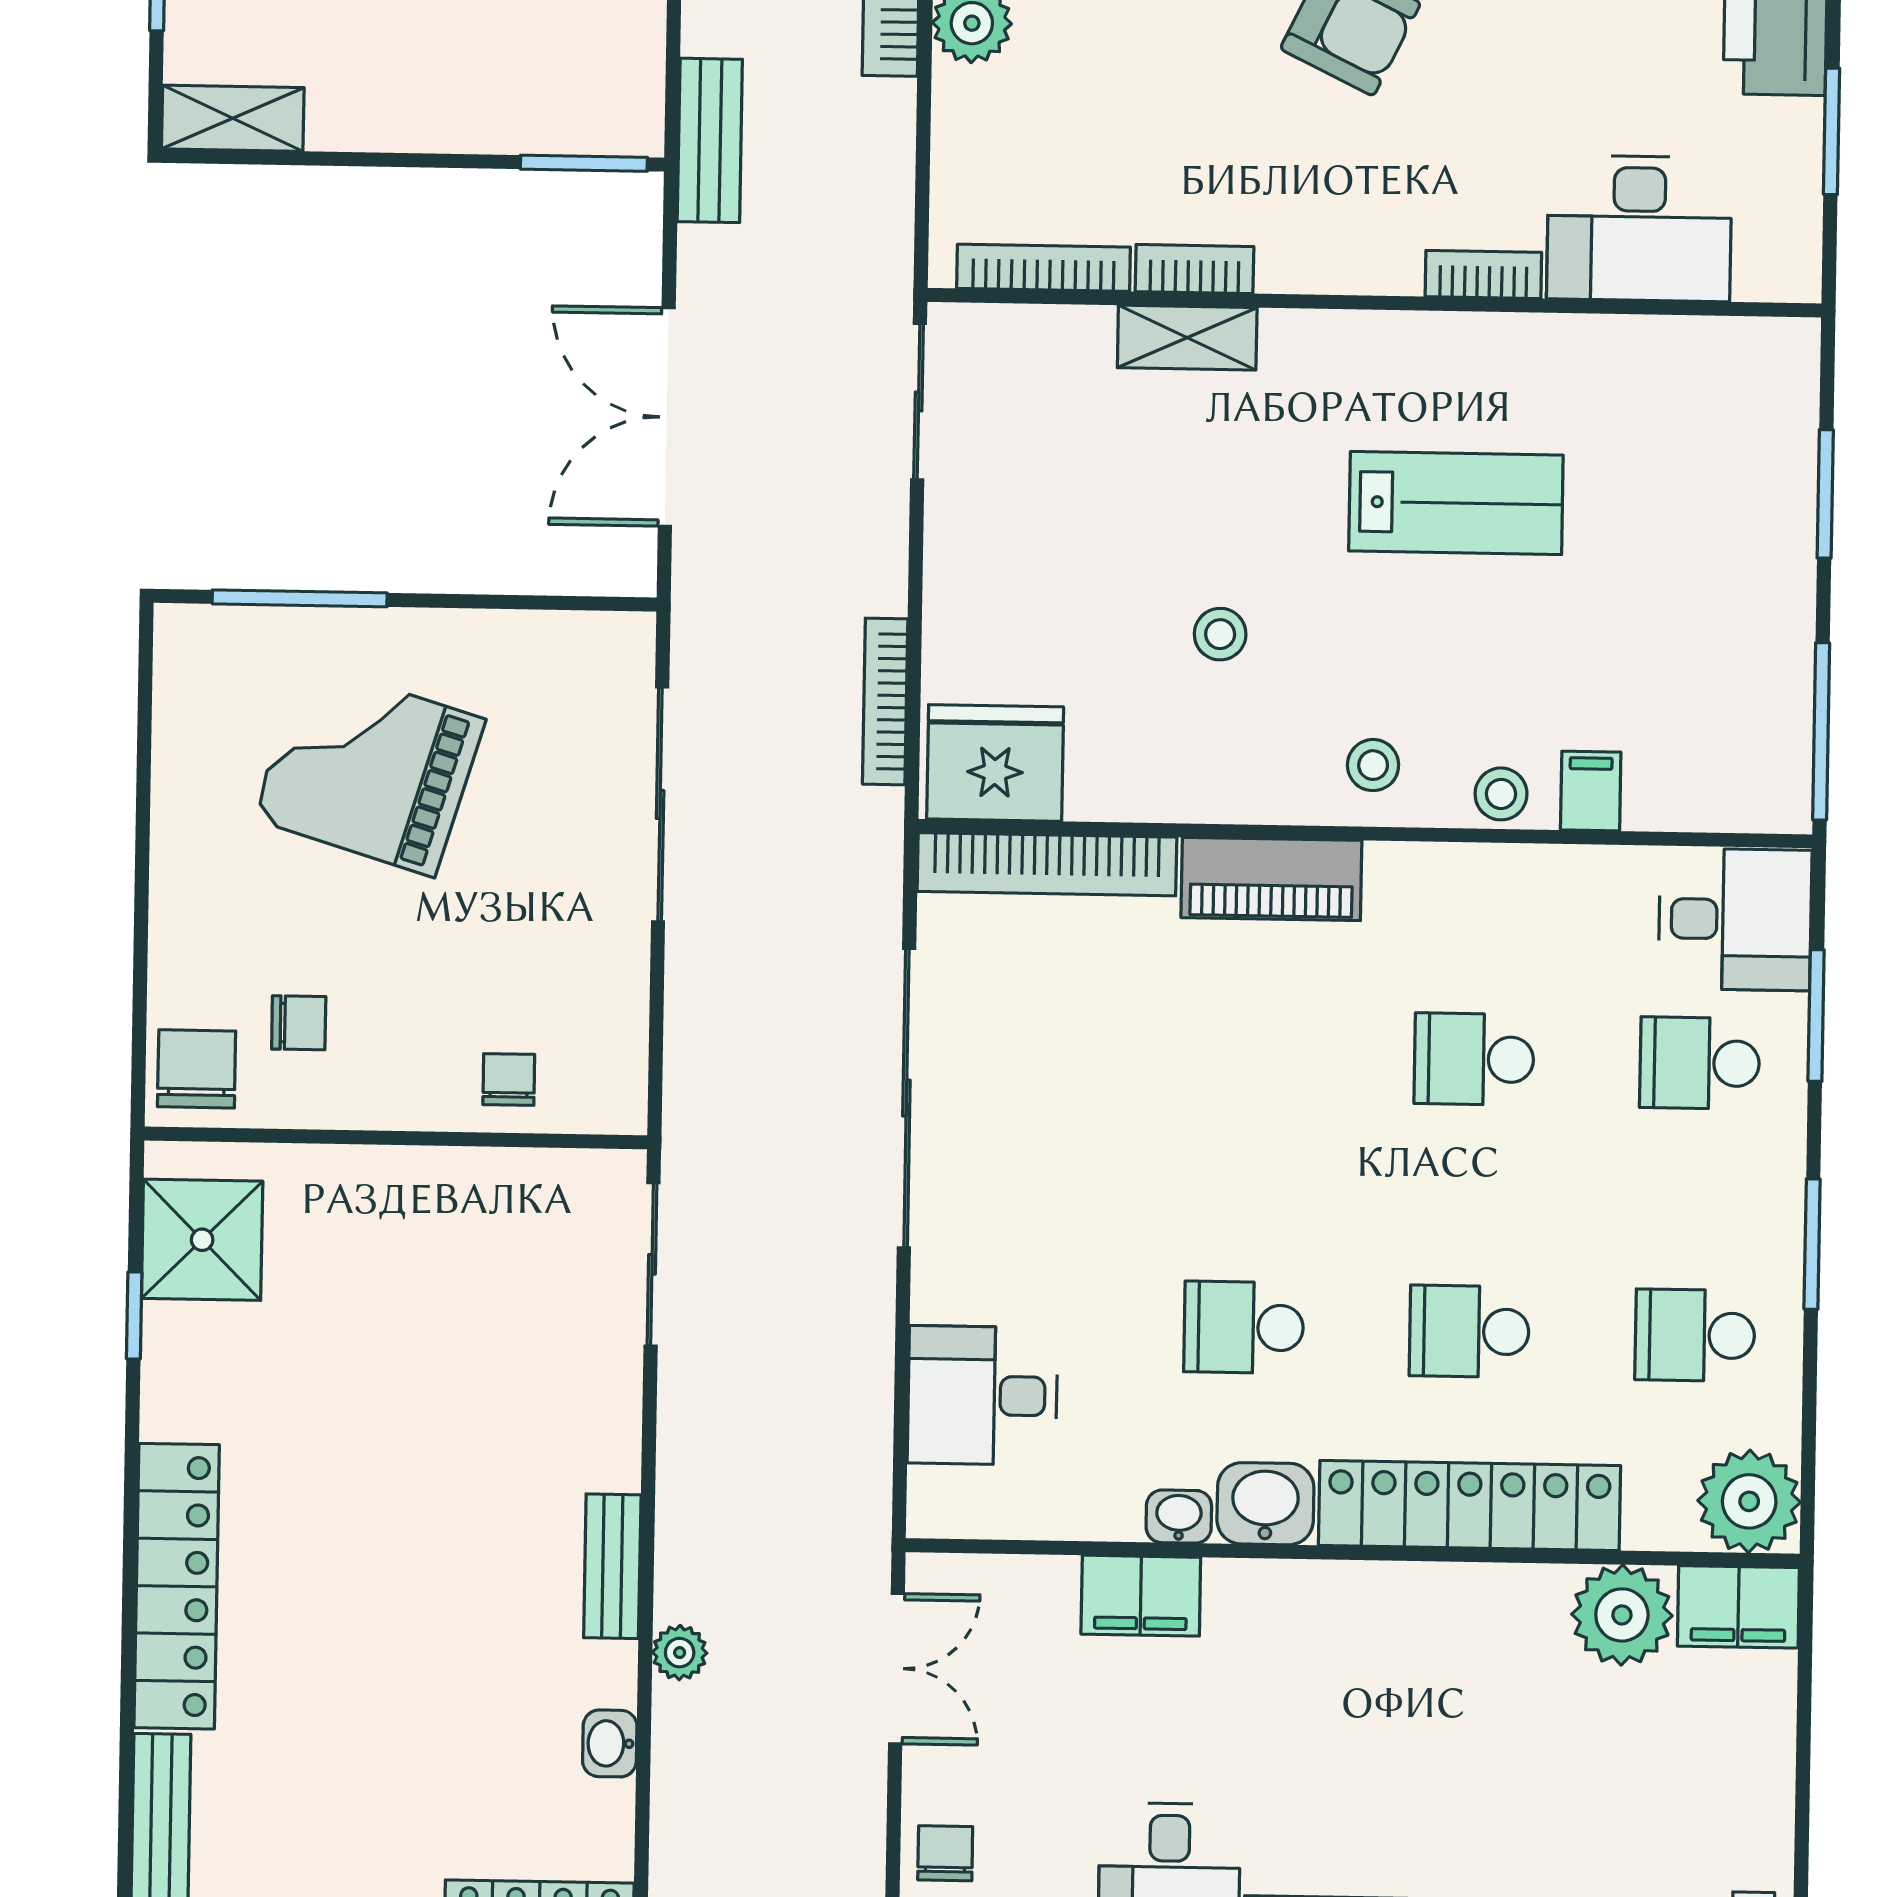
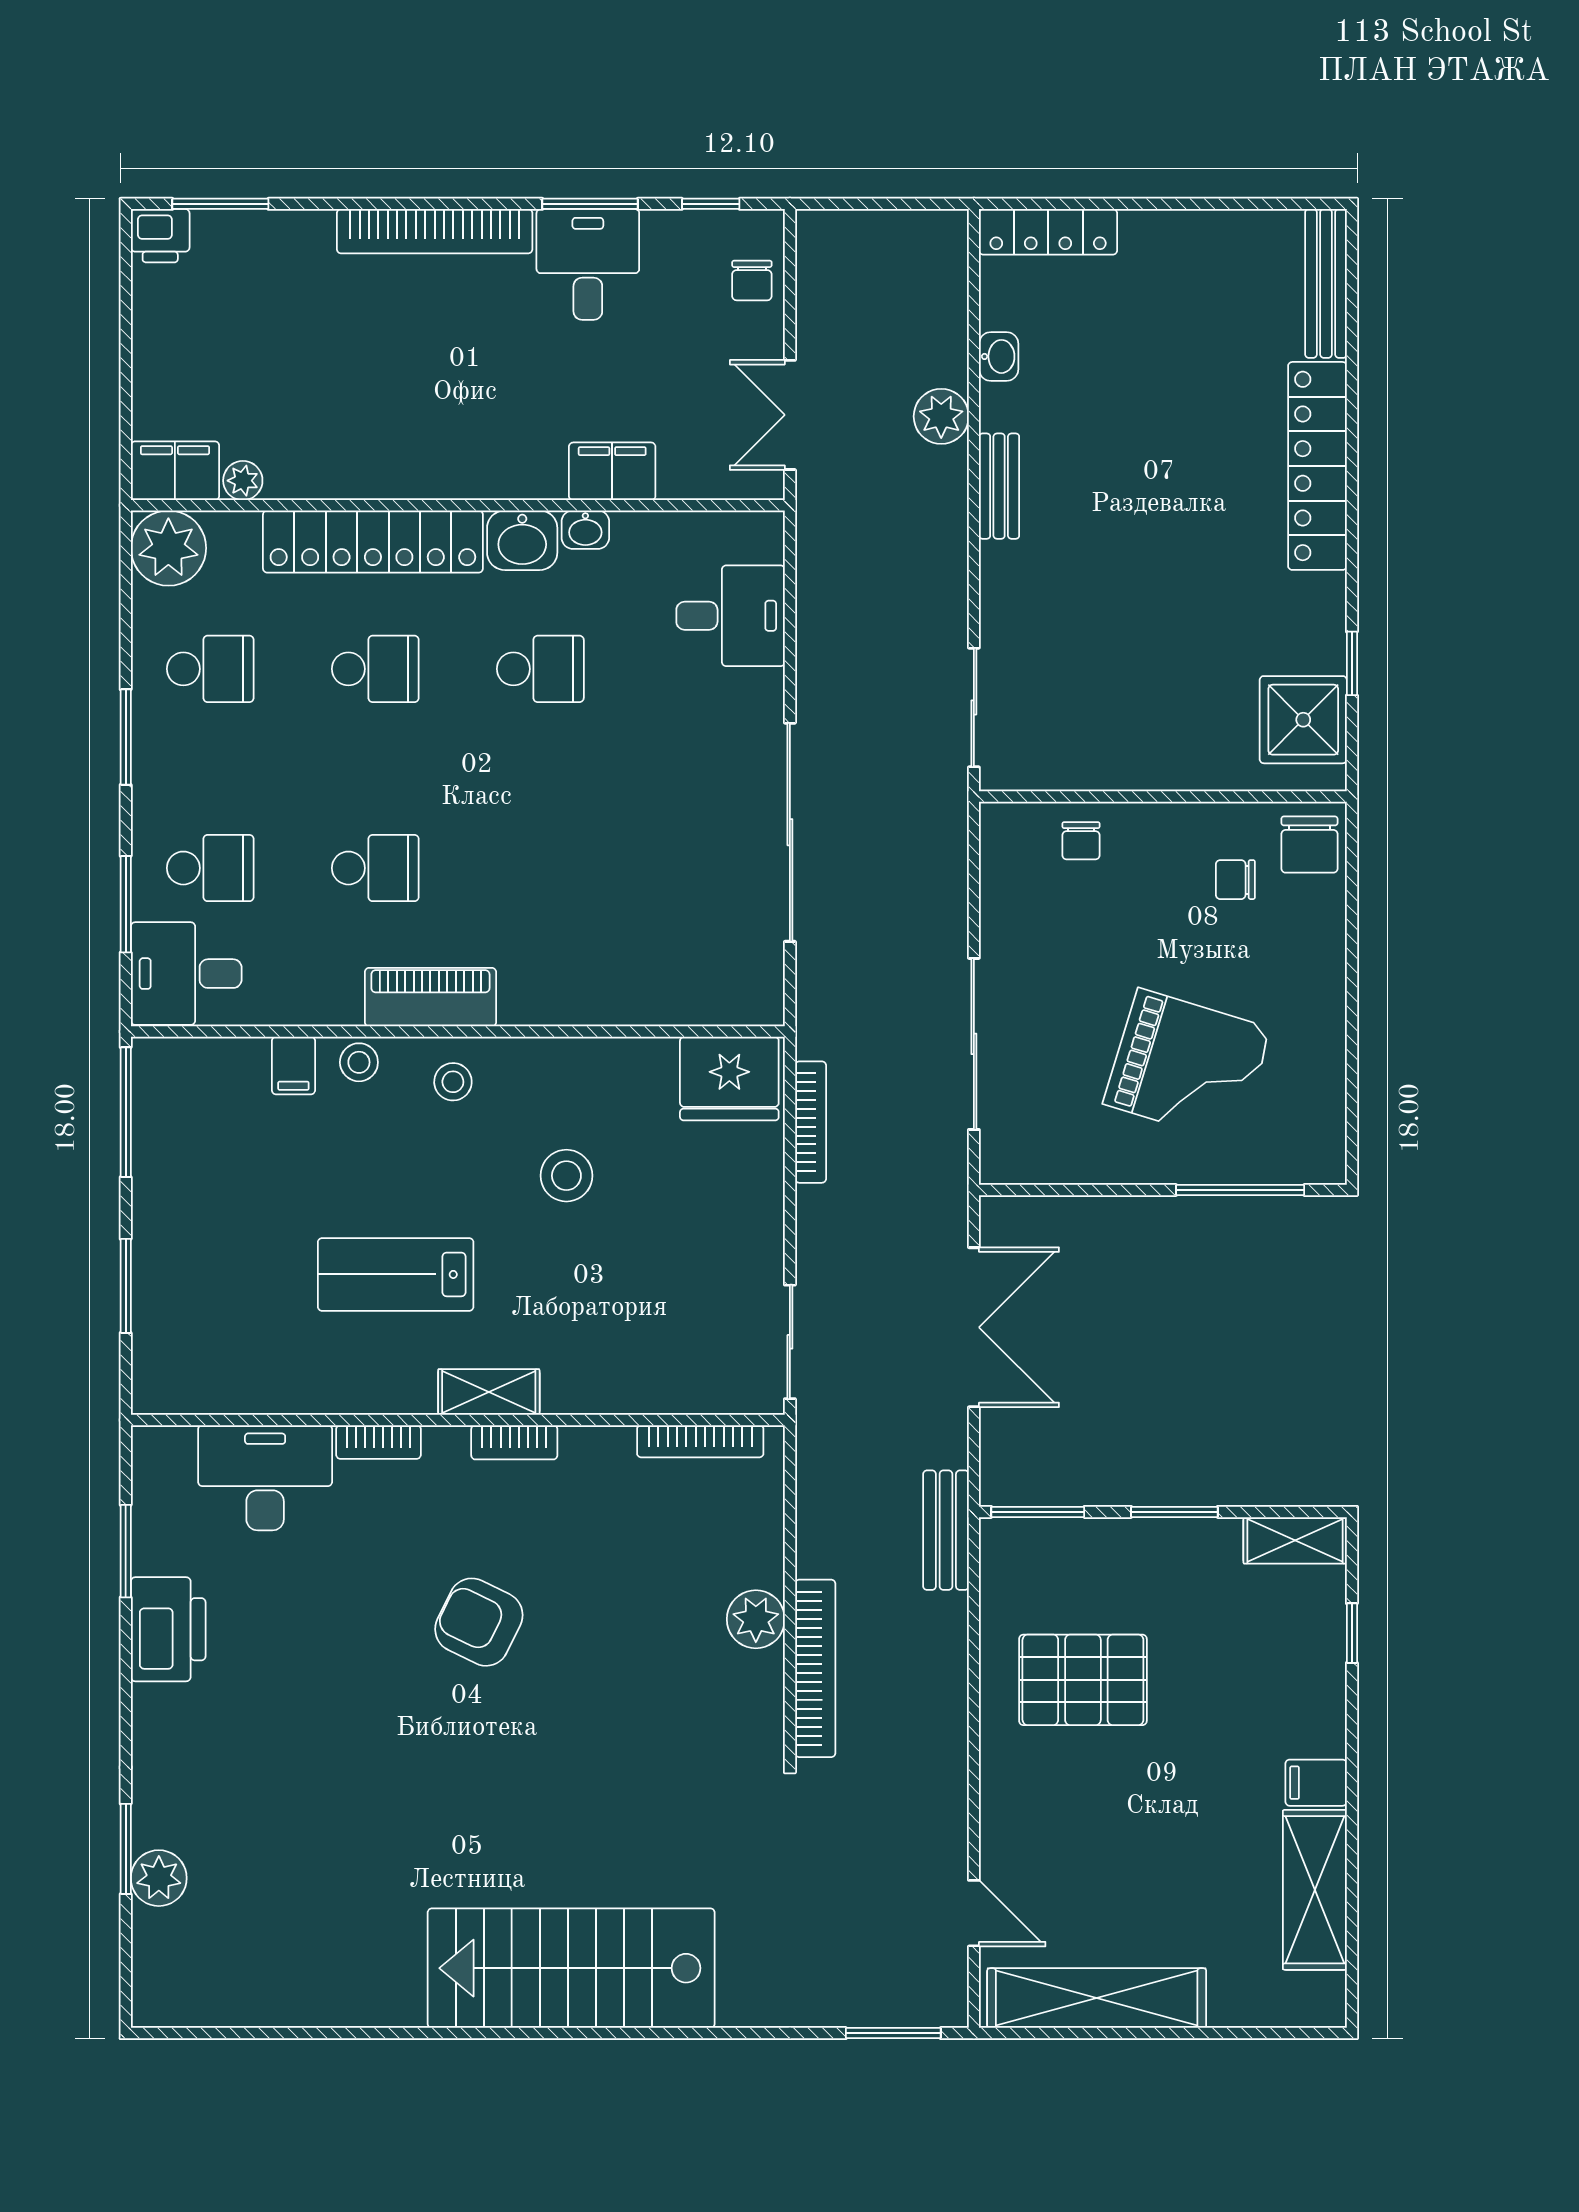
window: (397, 160) -> (1174, 1512), added
bookcase: (1194, 269) -> (514, 1442), moved
shelving: (1187, 338) -> (489, 1392), moved
stool: (1220, 634) -> (566, 1176), width x1.37, depth x1.37
bookcase: (1047, 864) -> (690, 1005), removed
piano: (1271, 879) -> (430, 997), moved
plant: (1622, 1615) -> (243, 481), width x0.53, depth x0.53
plant: (680, 1653) -> (941, 416), width x1.38, depth x1.38

